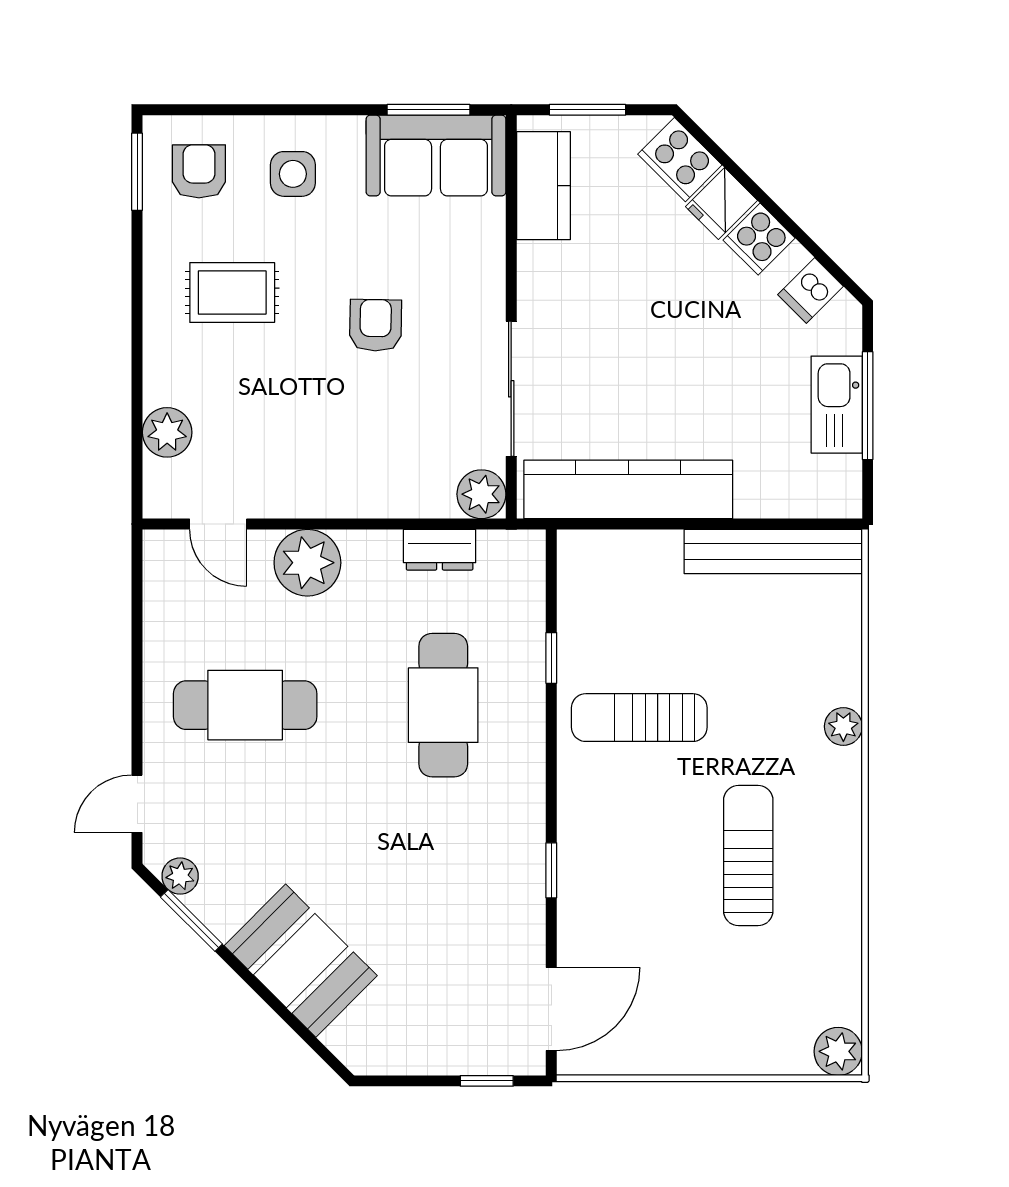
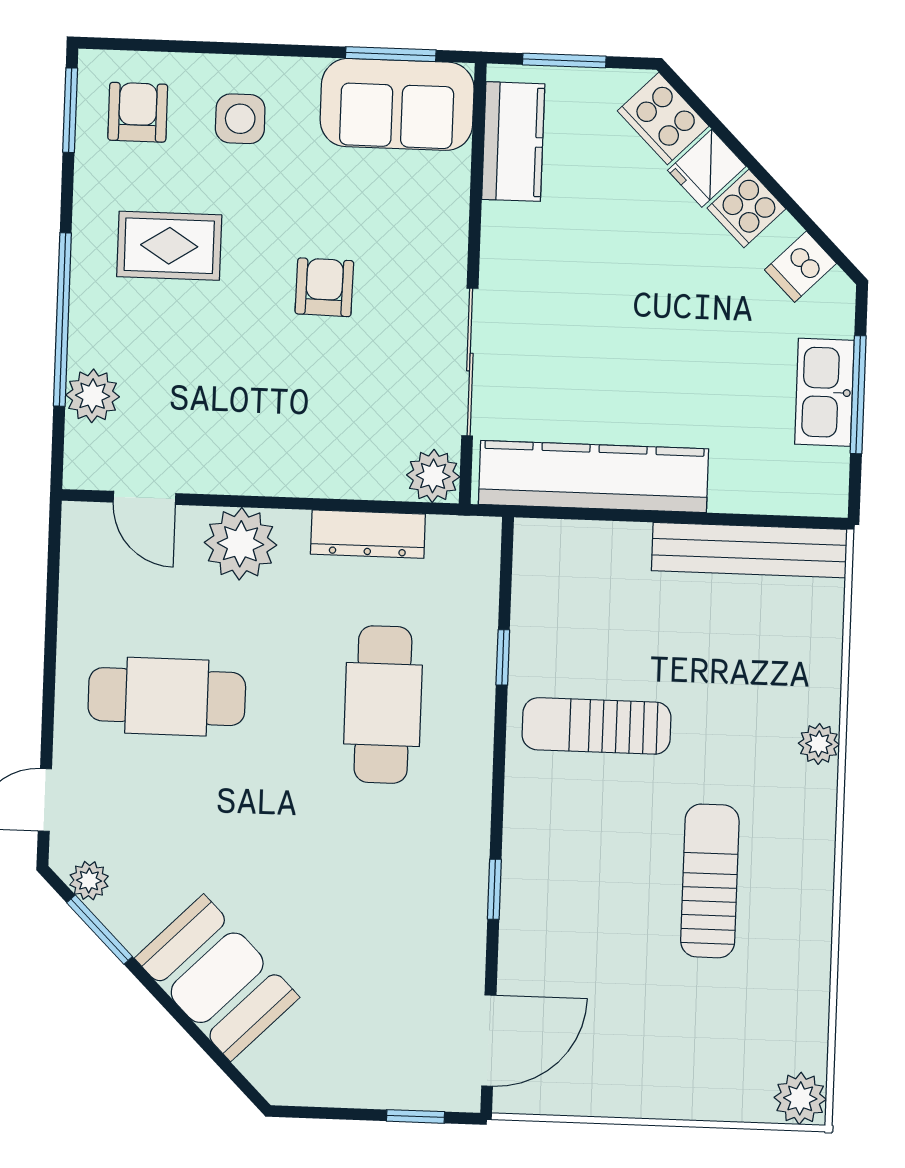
window: (137, 364) -> (62, 319), added
dresser: (440, 550) -> (368, 534), width x1.44

